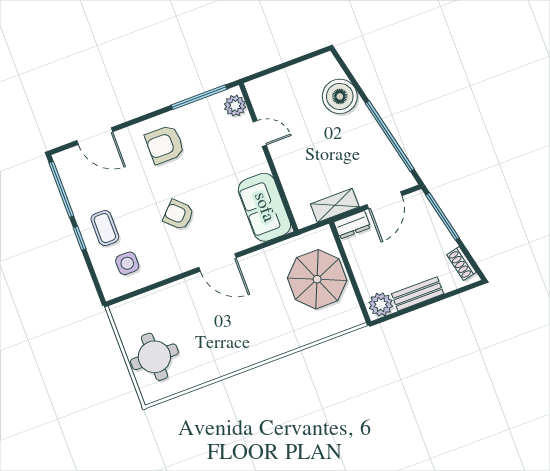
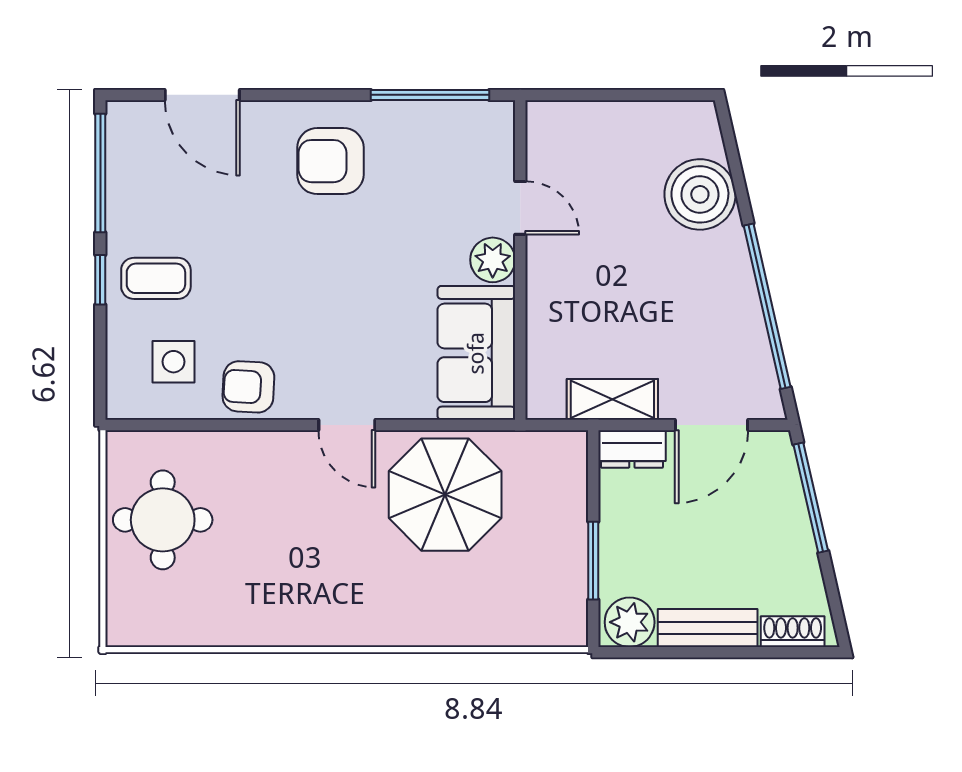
plant: (235, 106) -> (493, 260), moved
armchair: (178, 215) -> (248, 387), moved, turned -41
coffee table: (105, 228) -> (156, 278), turned 90
door: (217, 263) -> (347, 425), width x0.73
shoe rack: (461, 263) -> (793, 632), moved, turned 103
parasol: (317, 279) -> (445, 495), moved
window: (354, 283) -> (593, 561), added
round table: (154, 357) -> (163, 520), moved

